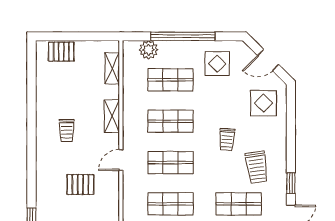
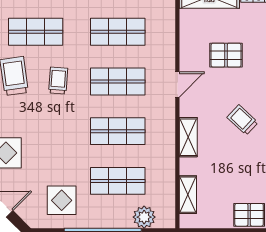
trolley: (67, 131) -> (243, 120), turned -47
trolley: (227, 140) -> (58, 81), moved

